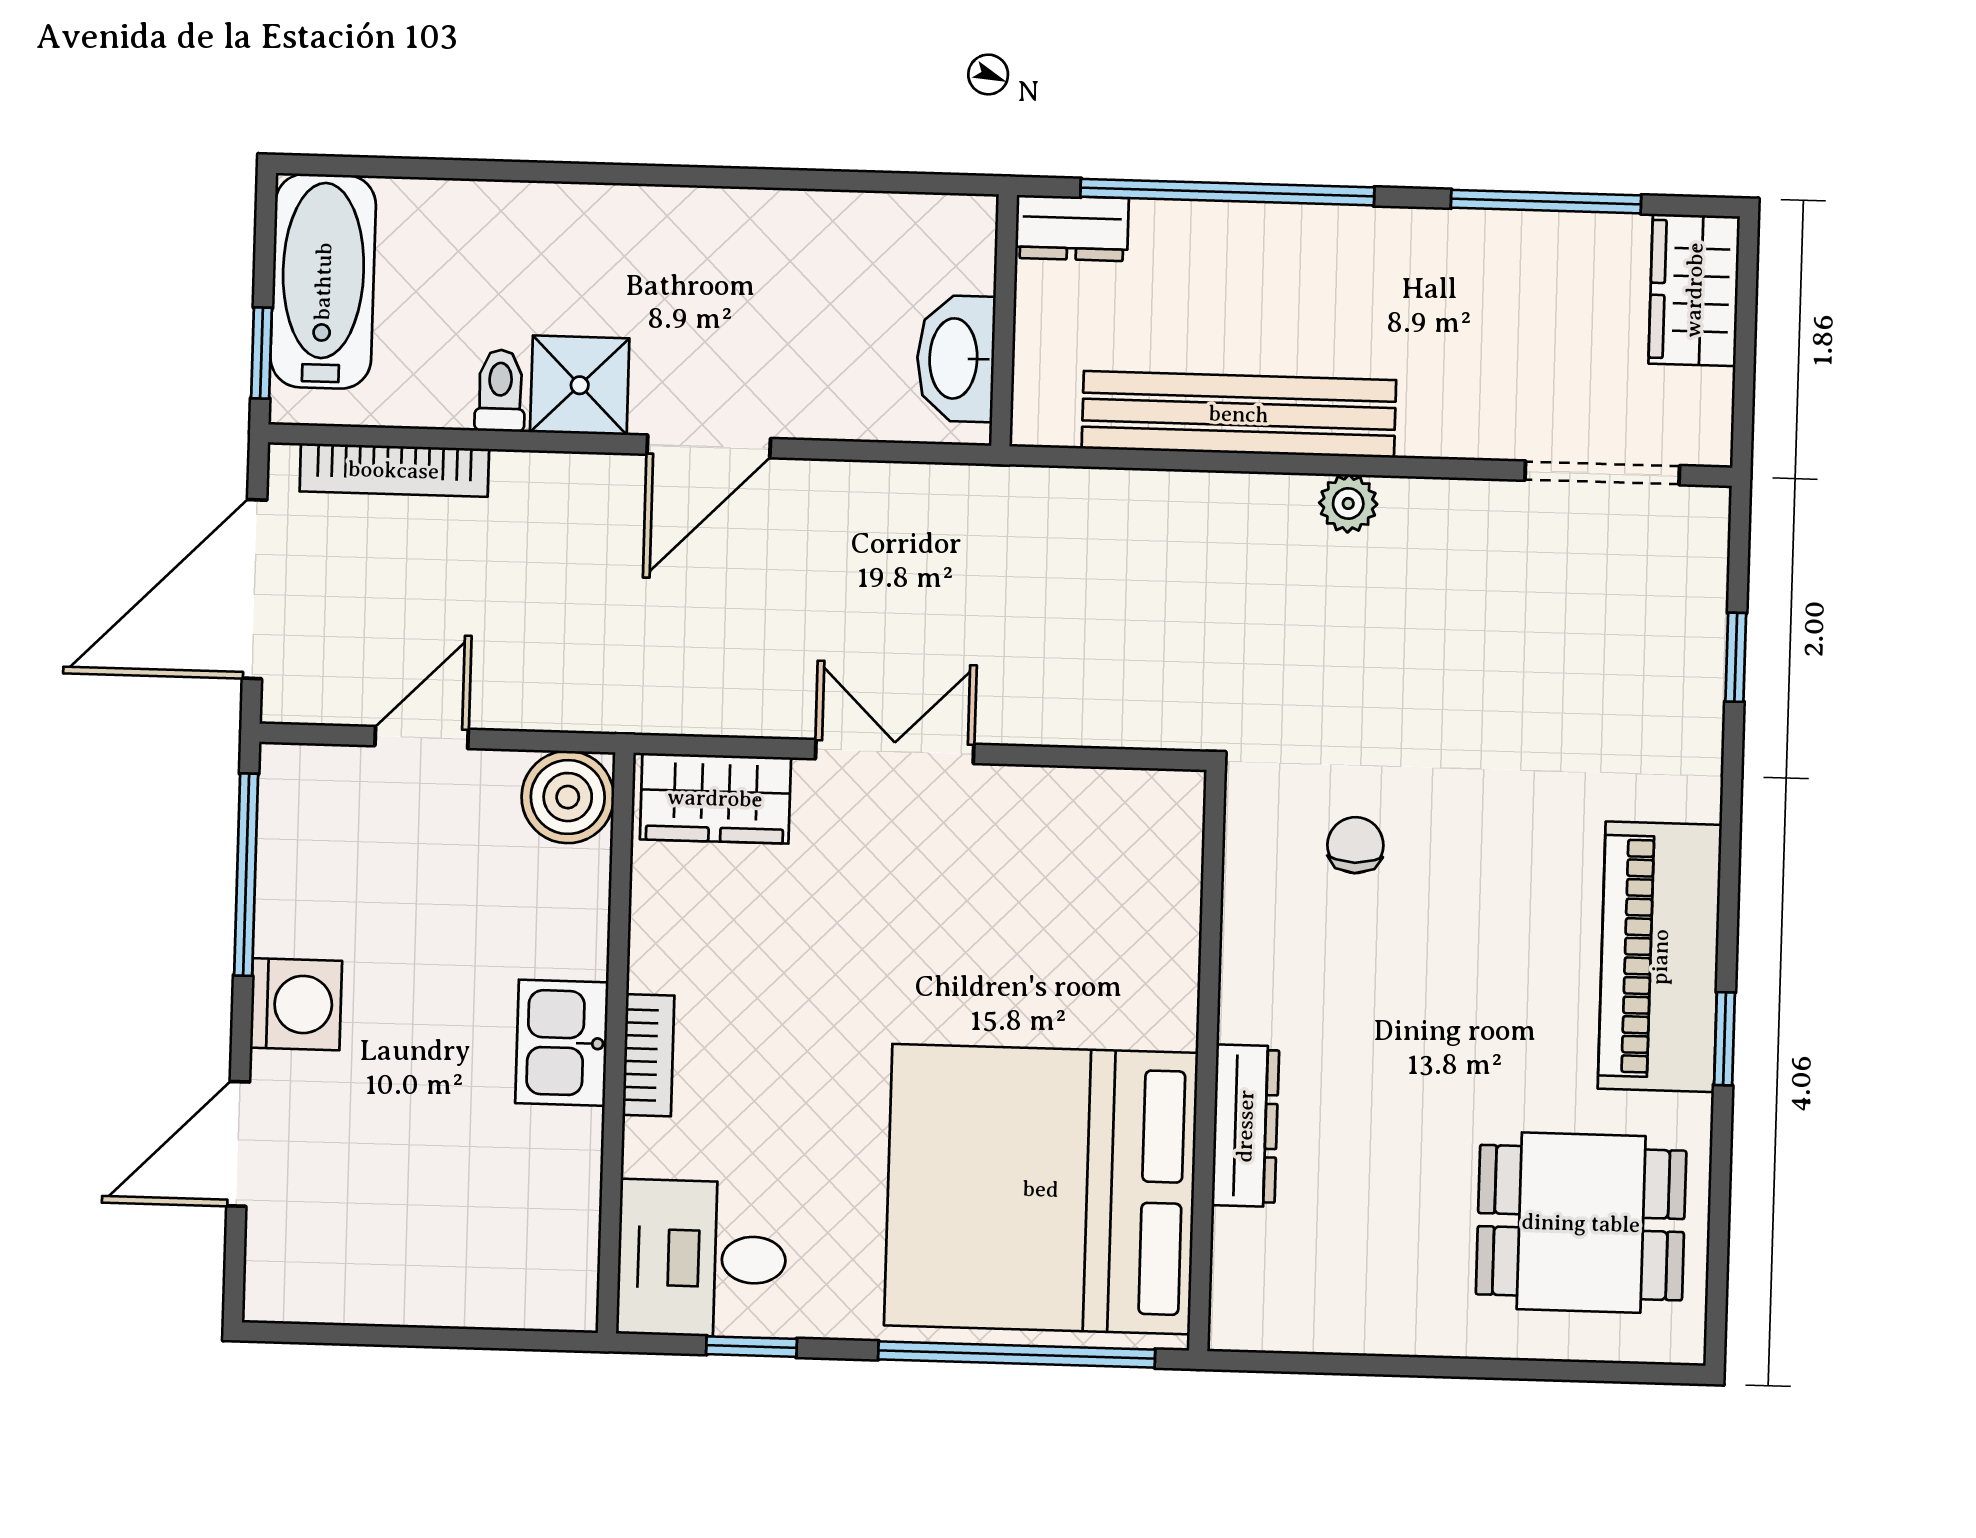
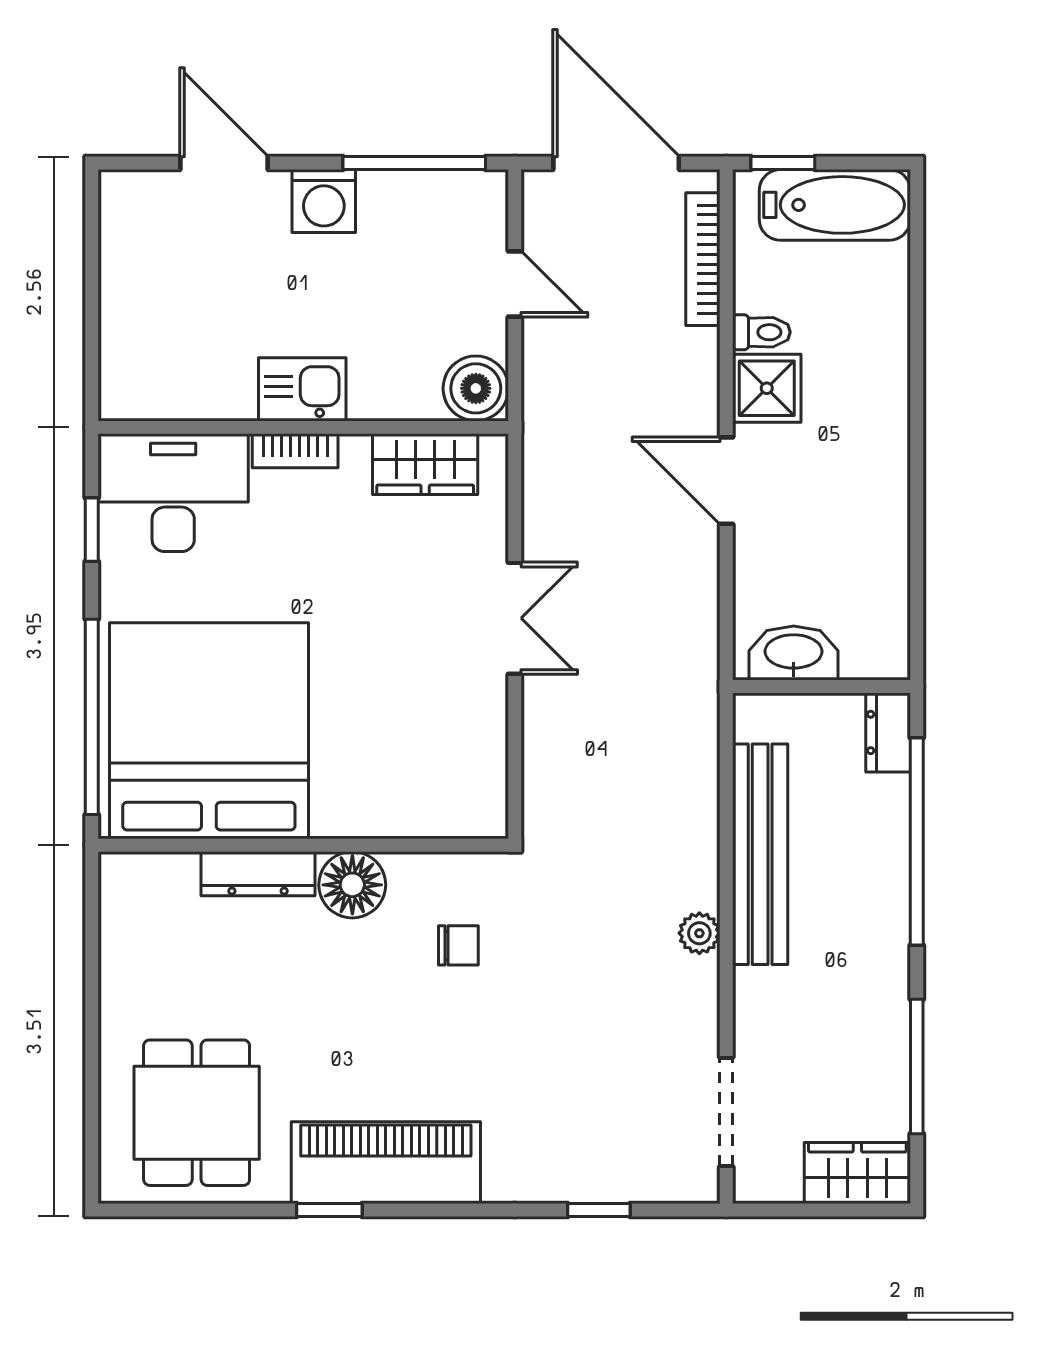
wardrobe: (715, 798) -> (425, 464), moved, turned -90
floor lamp: (1265, 993) -> (352, 885), added
desk: (702, 1259) -> (173, 493), width x1.37

